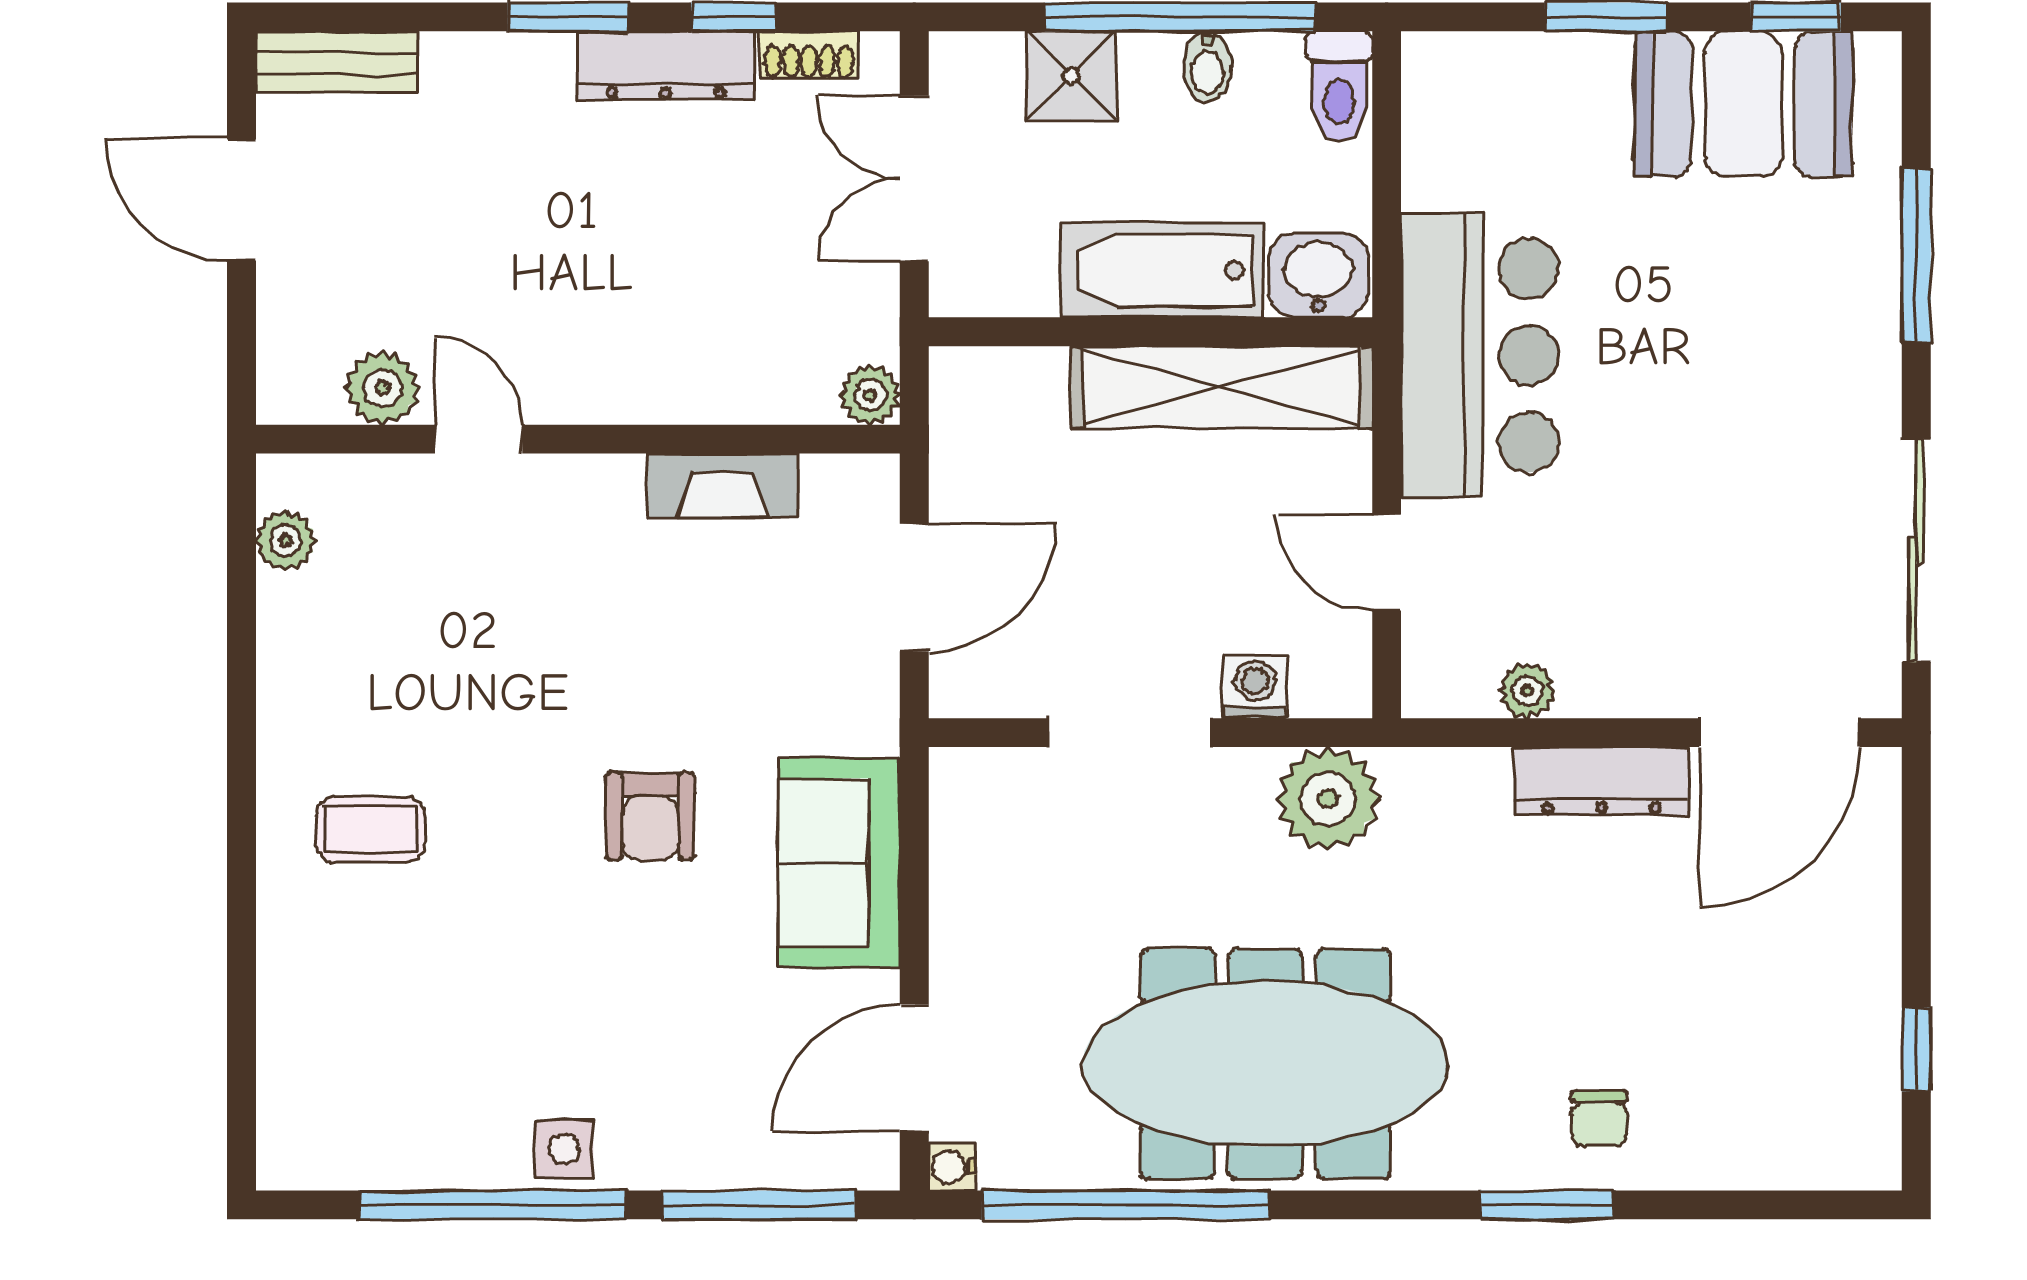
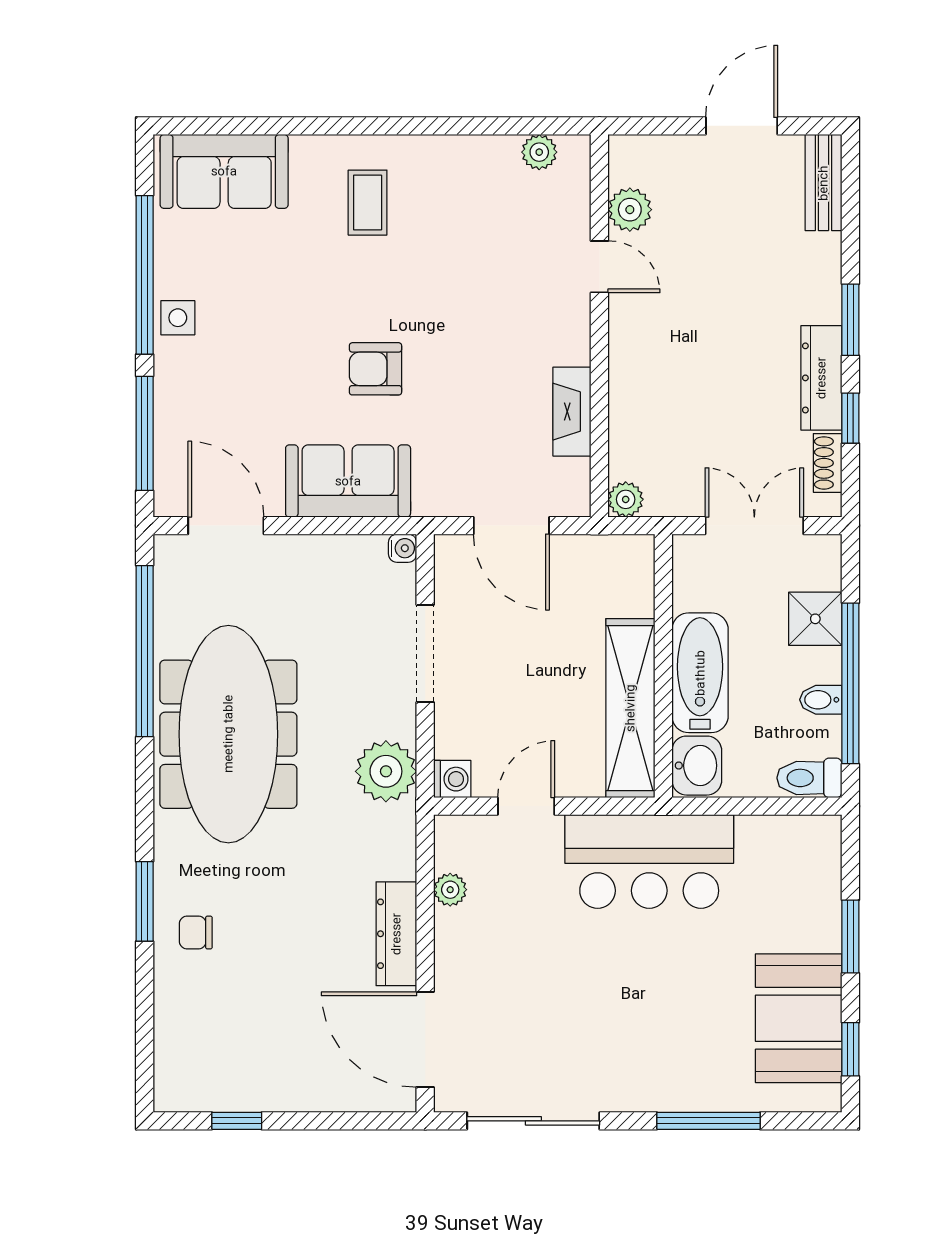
door: (479, 439) -> (599, 267), hinge flipped
washing machine: (1255, 687) -> (452, 779), moved
sofa: (318, 1071) -> (224, 171), added
water cooler: (952, 1167) -> (403, 548), moved, turned 90

